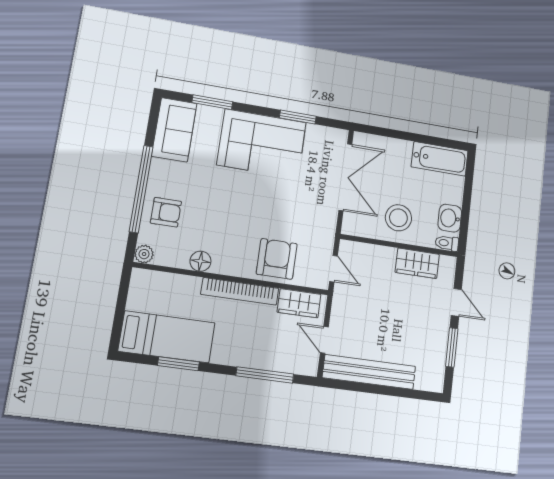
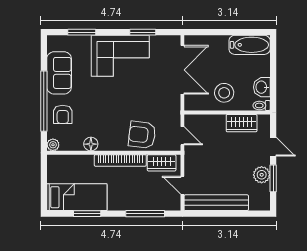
sofa: (174, 130) -> (59, 73), moved
armchair: (166, 212) -> (63, 114), turned 90
armchair: (277, 259) -> (142, 135), turned -83
plant: (437, 340) -> (262, 175), added

